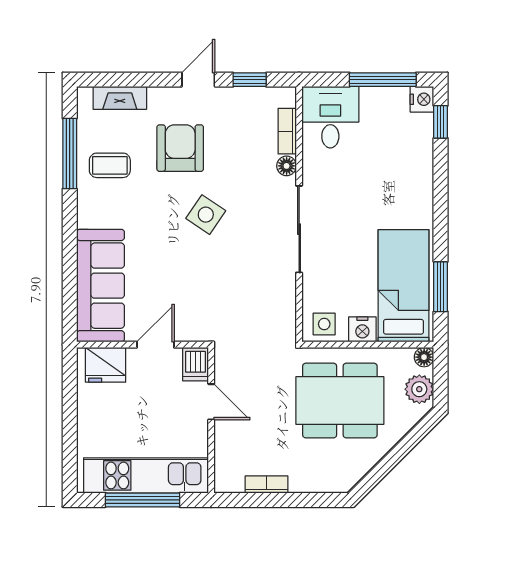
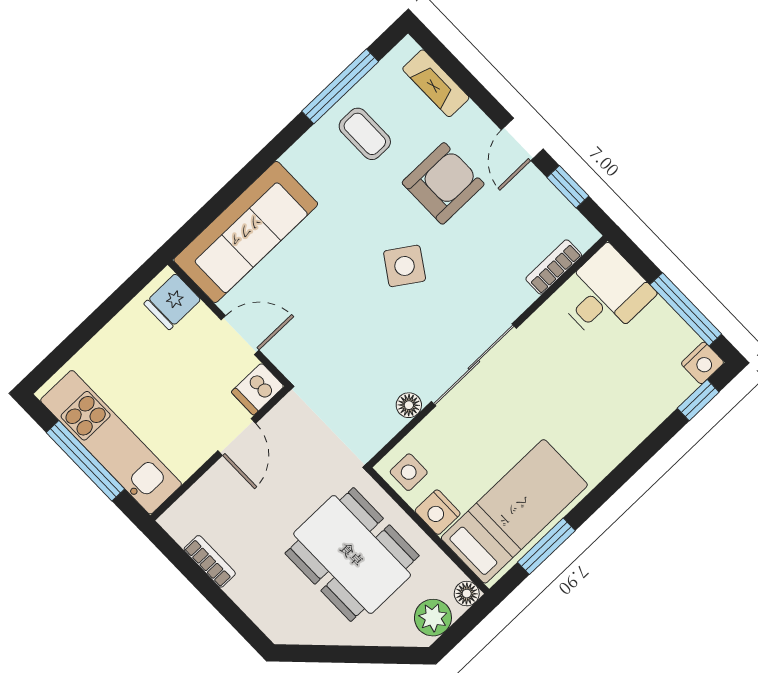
door: (198, 80) -> (522, 139), swing flipped
floor lamp: (287, 166) -> (409, 405), moved
fridge: (106, 365) -> (172, 302), width x0.72

